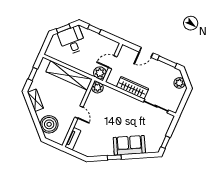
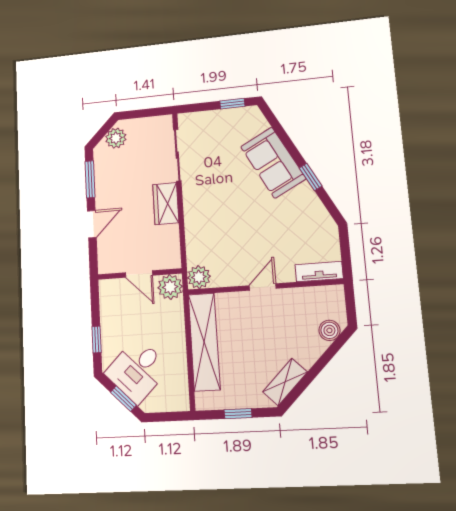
door: (146, 52) -> (92, 224), hinge flipped
wardrobe: (132, 88) -> (166, 204), width x0.67
boiler: (49, 124) -> (329, 330), width x0.54, depth x0.54

